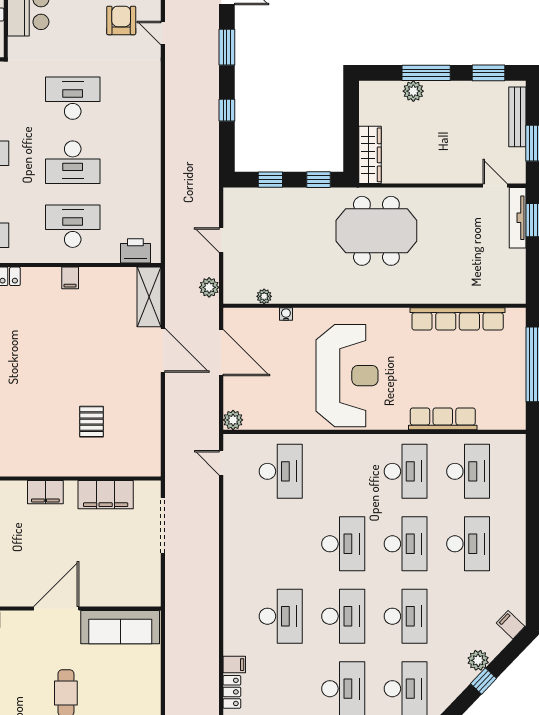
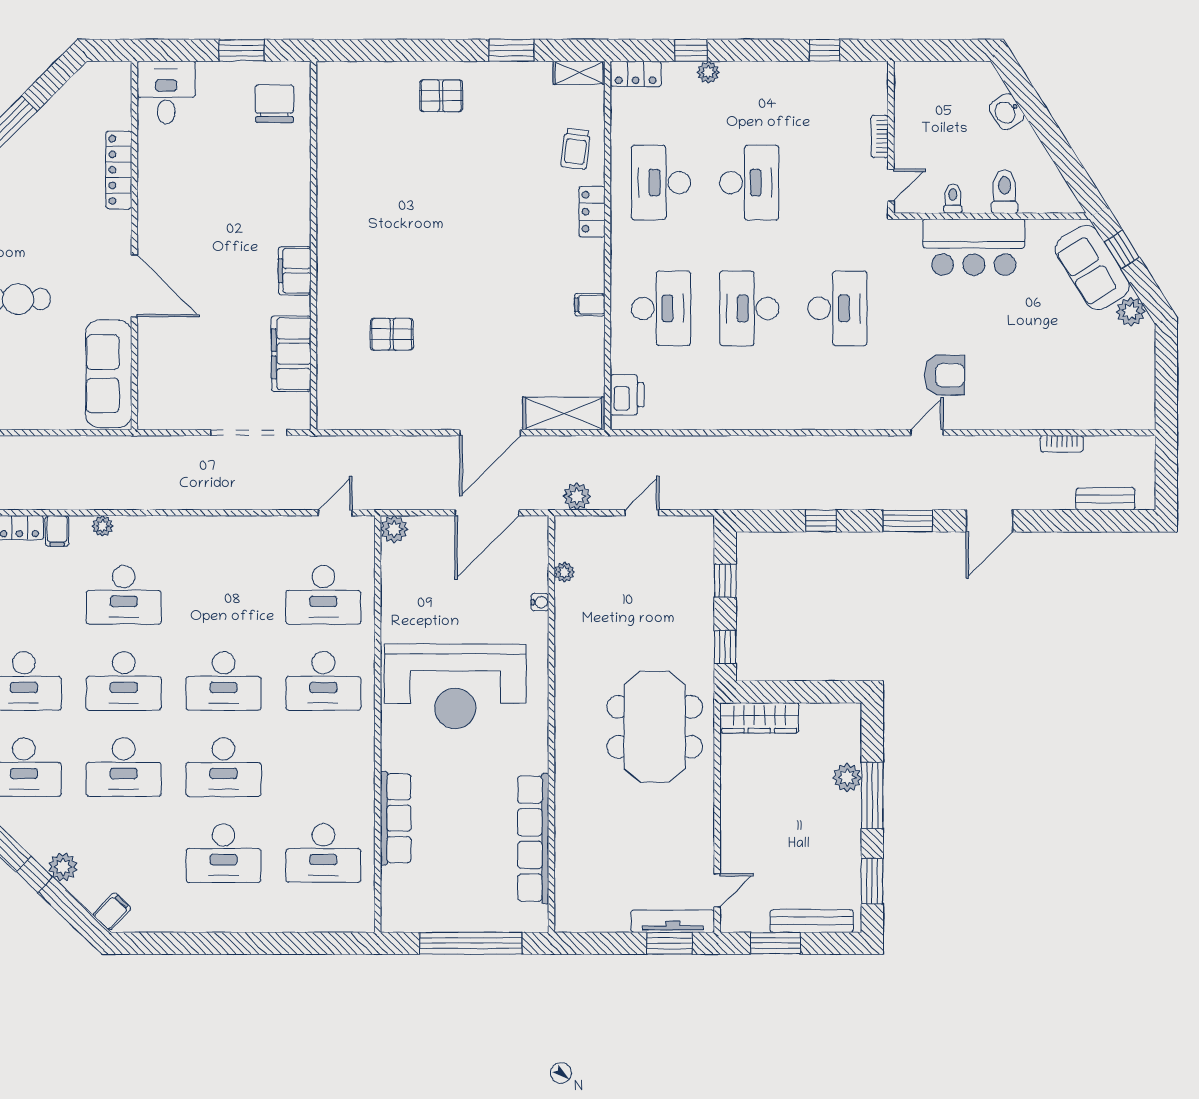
desk: (406, 471) -> (323, 681), moved
plant: (231, 632) -> (103, 526), added

